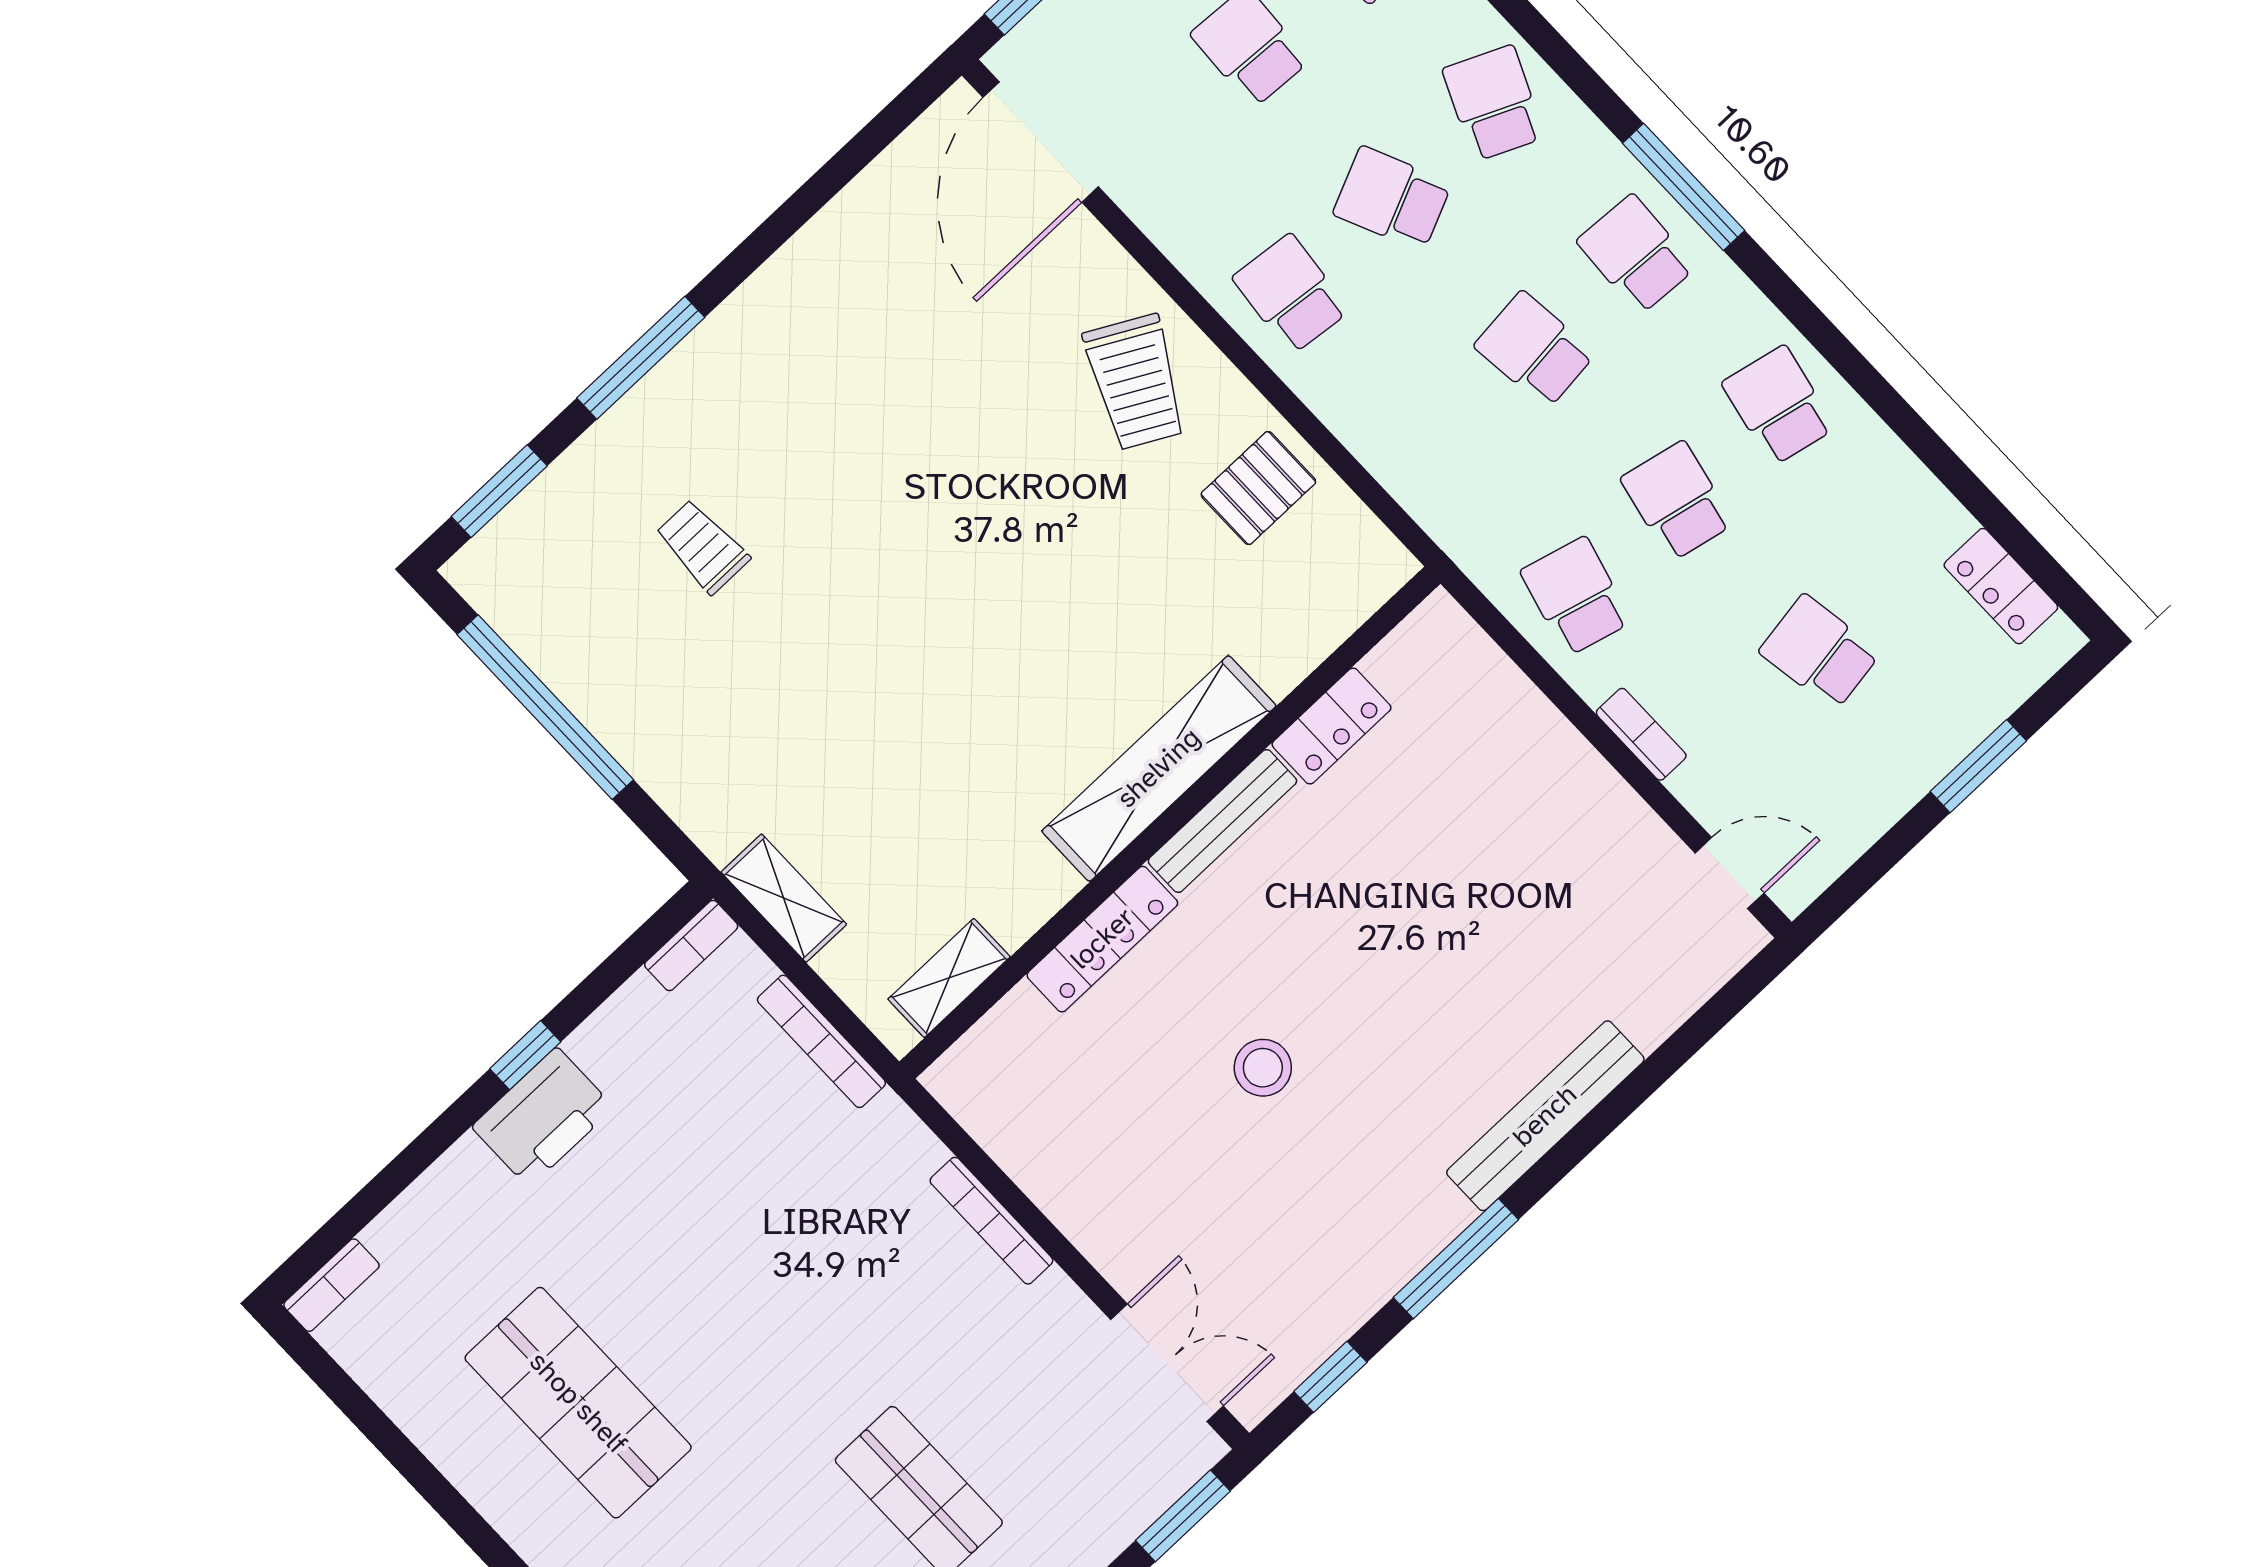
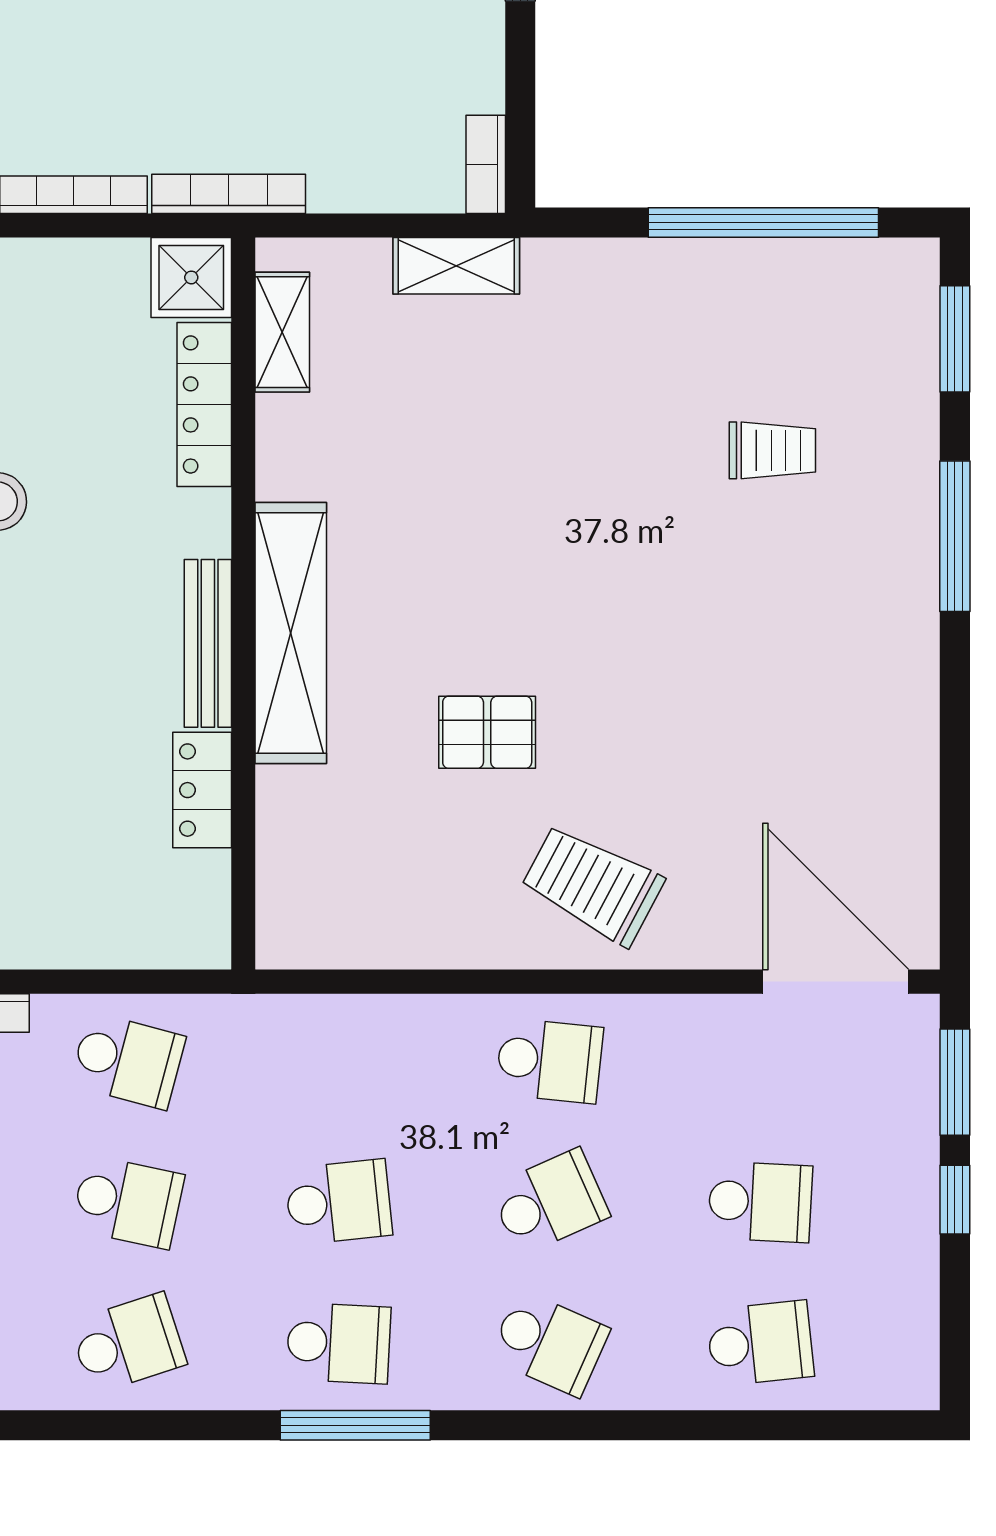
school desk: (1778, 405) -> (128, 1343), turned -30
pallet: (1258, 488) -> (487, 732), moved, turned 90
locker: (1102, 939) -> (204, 404), moved
bookcase: (821, 1041) -> (229, 194), moved
shower: (971, 1080) -> (191, 277), added

